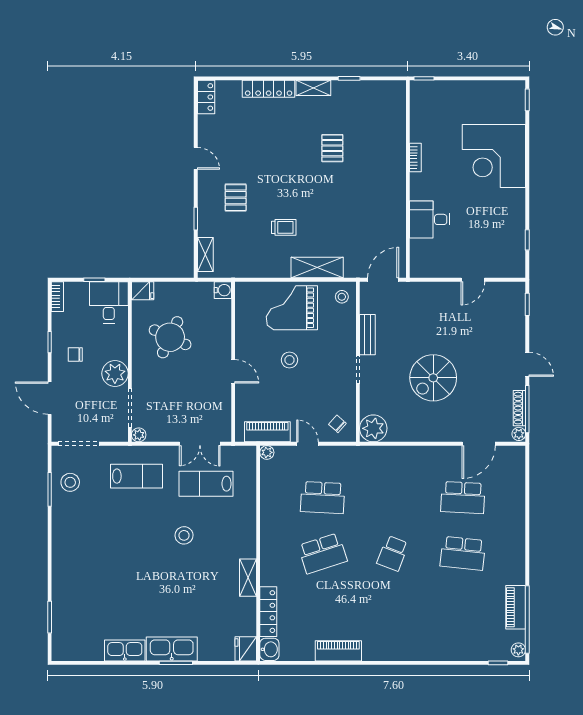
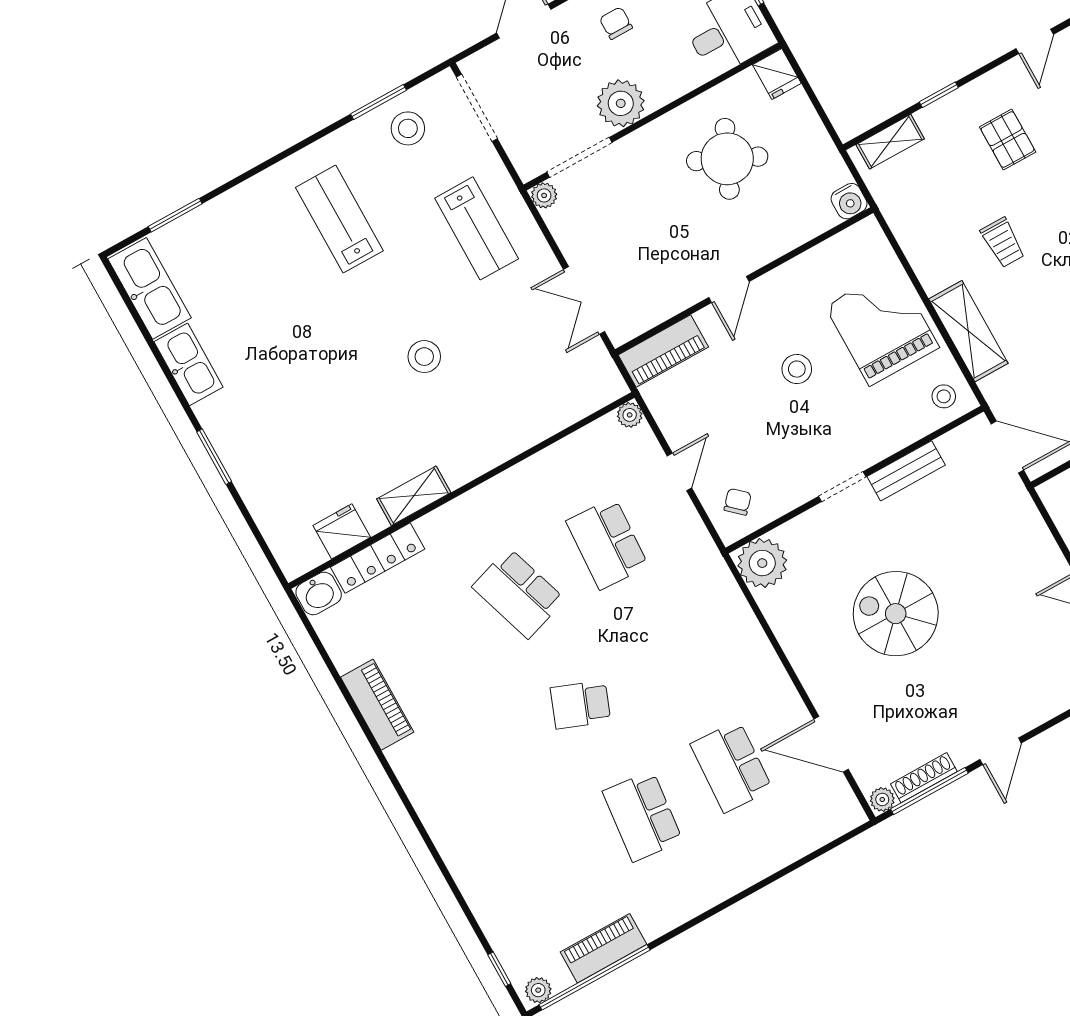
pallet: (236, 198) -> (1008, 140), turned 90
piano: (267, 432) -> (663, 351), moved, turned 90
lab bench: (206, 484) -> (339, 219), moved
kitchen sink: (172, 649) -> (149, 288), moved
fridge: (246, 649) -> (342, 531), moved

